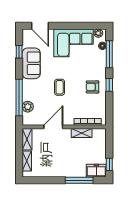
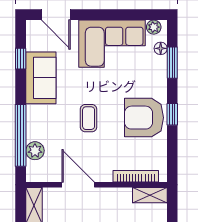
window: (109, 54) -> (172, 63), width x0.69
armchair: (92, 87) -> (144, 118), width x1.88, depth x1.88
door: (53, 127) -> (78, 185), hinge flipped
shelving: (82, 133) -> (150, 195), moved

